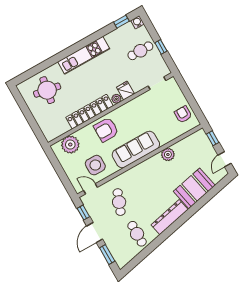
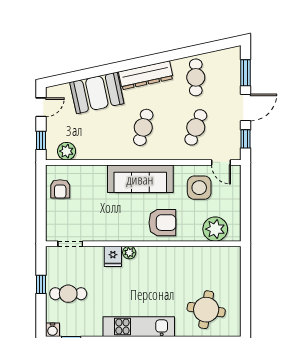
locker: (89, 112) -> (170, 255), removed
plant: (168, 154) -> (67, 151), moved
cafe table: (152, 183) -> (143, 127), added

